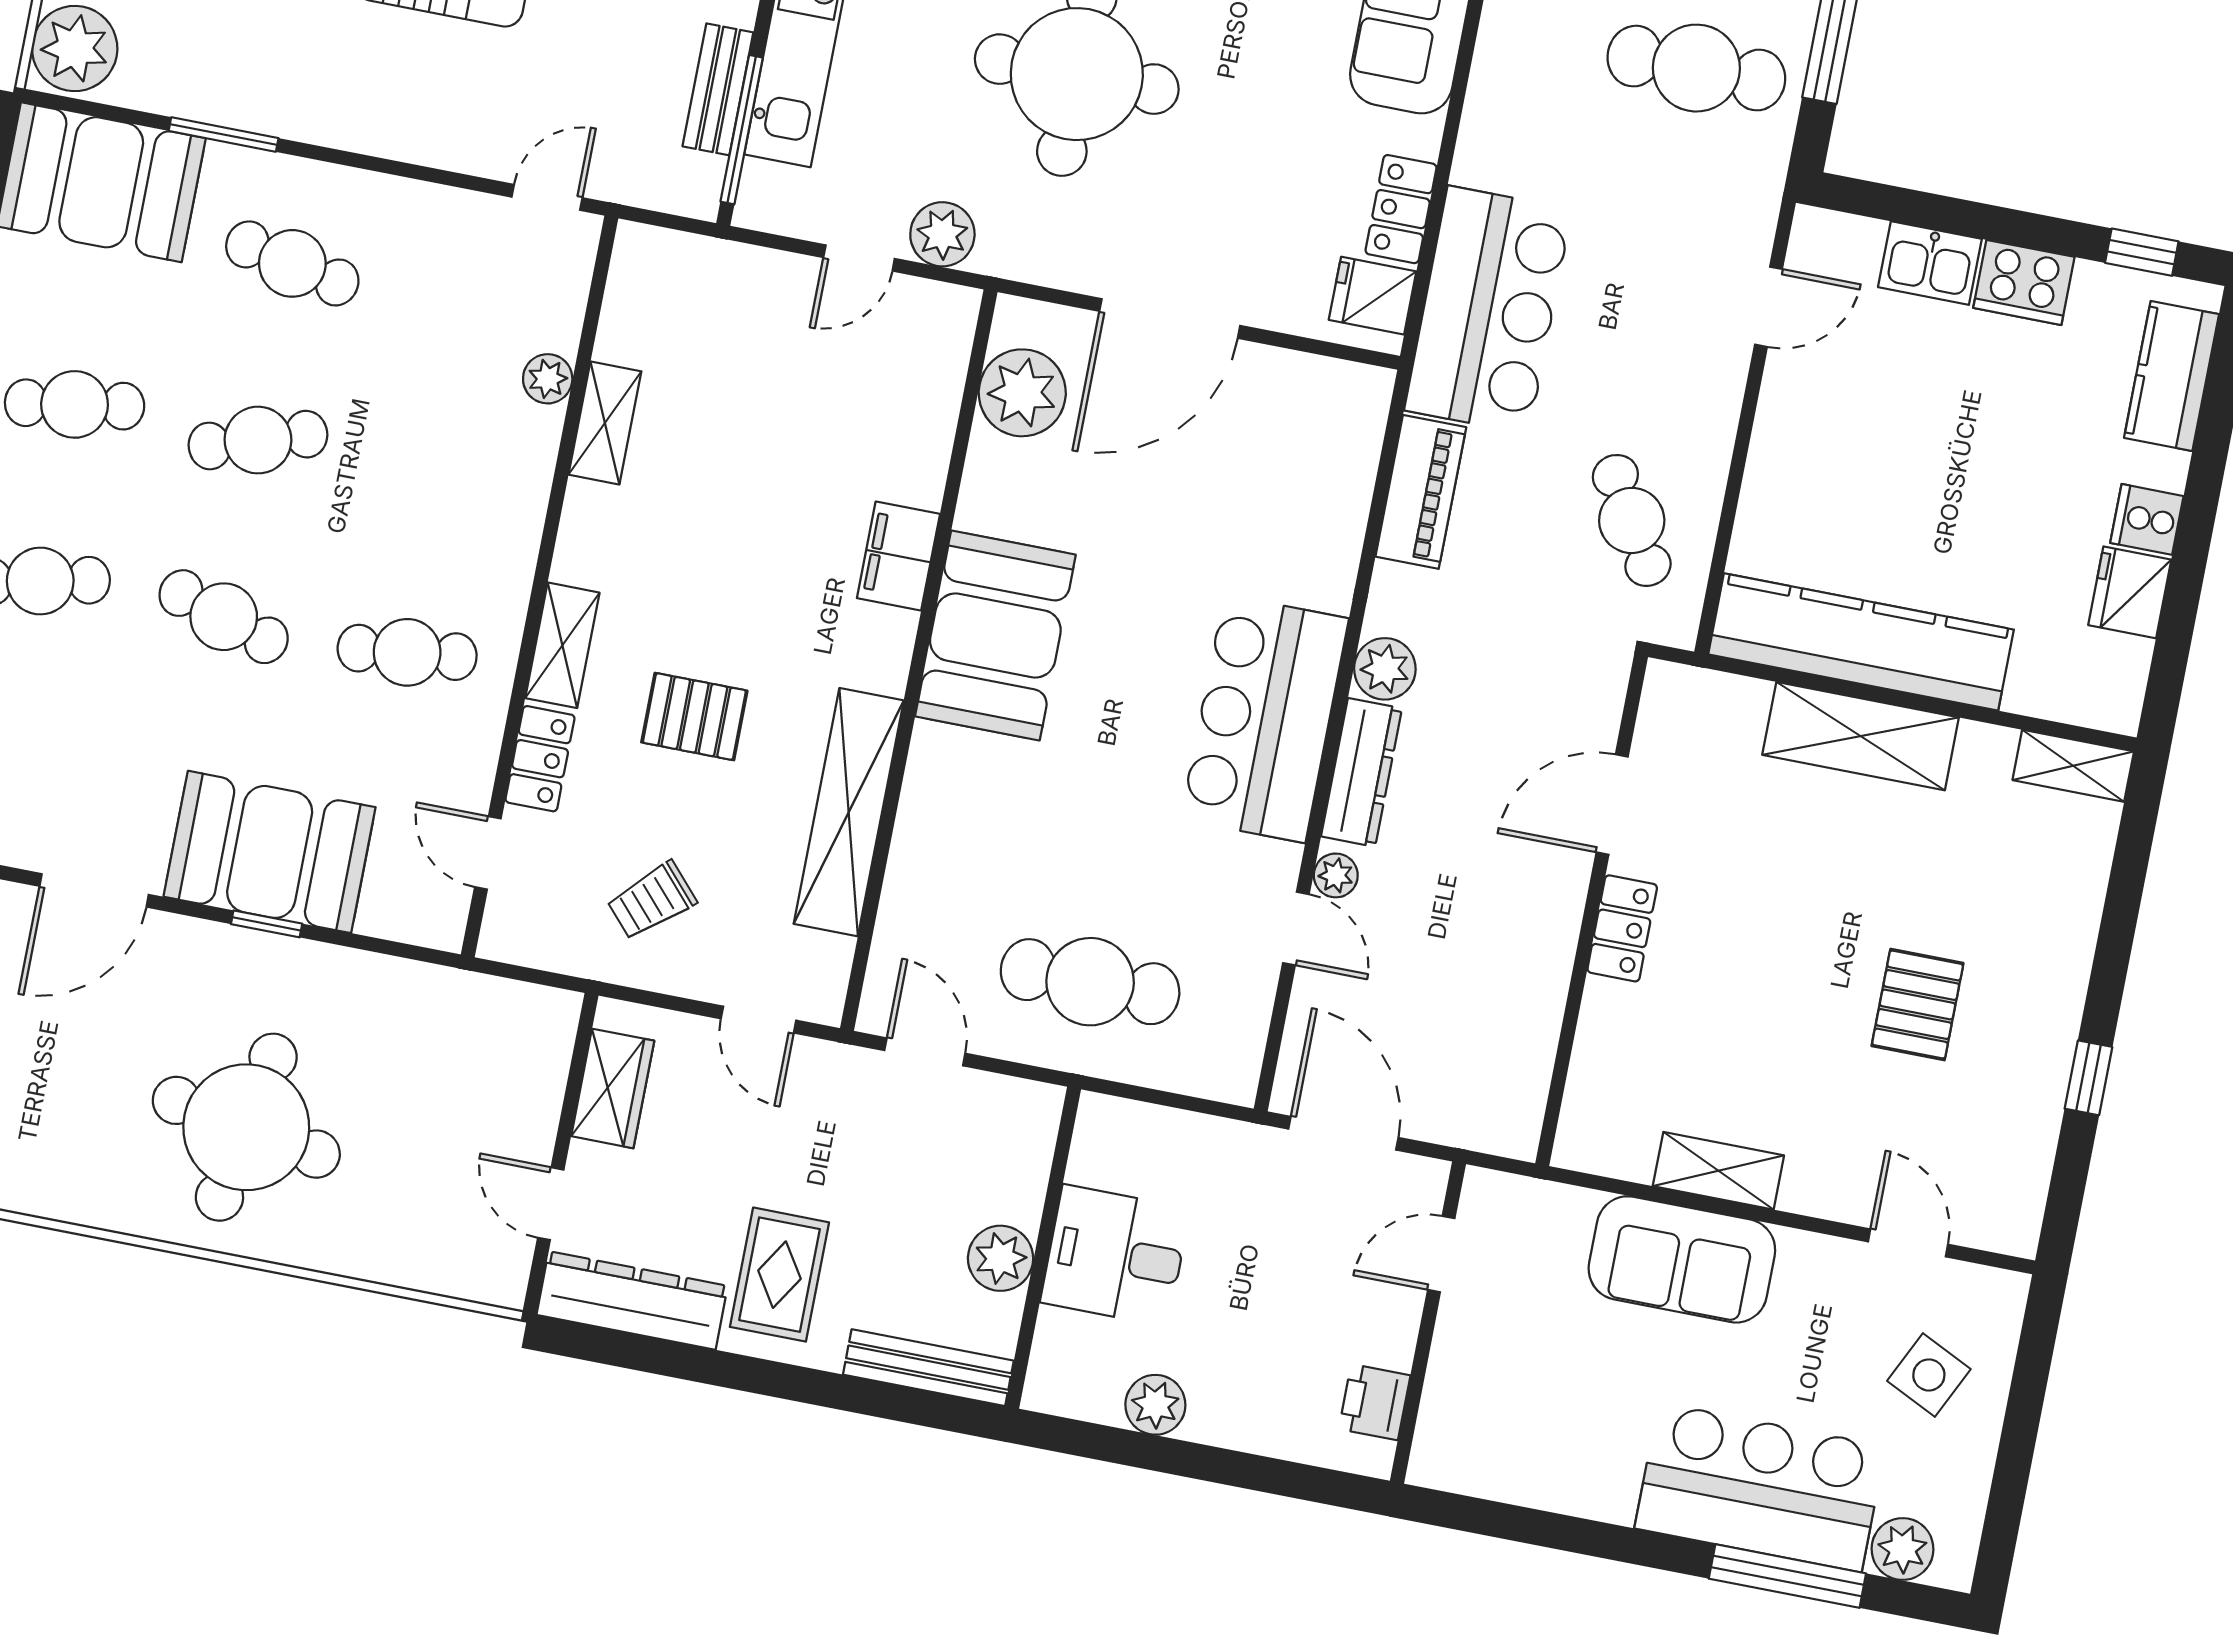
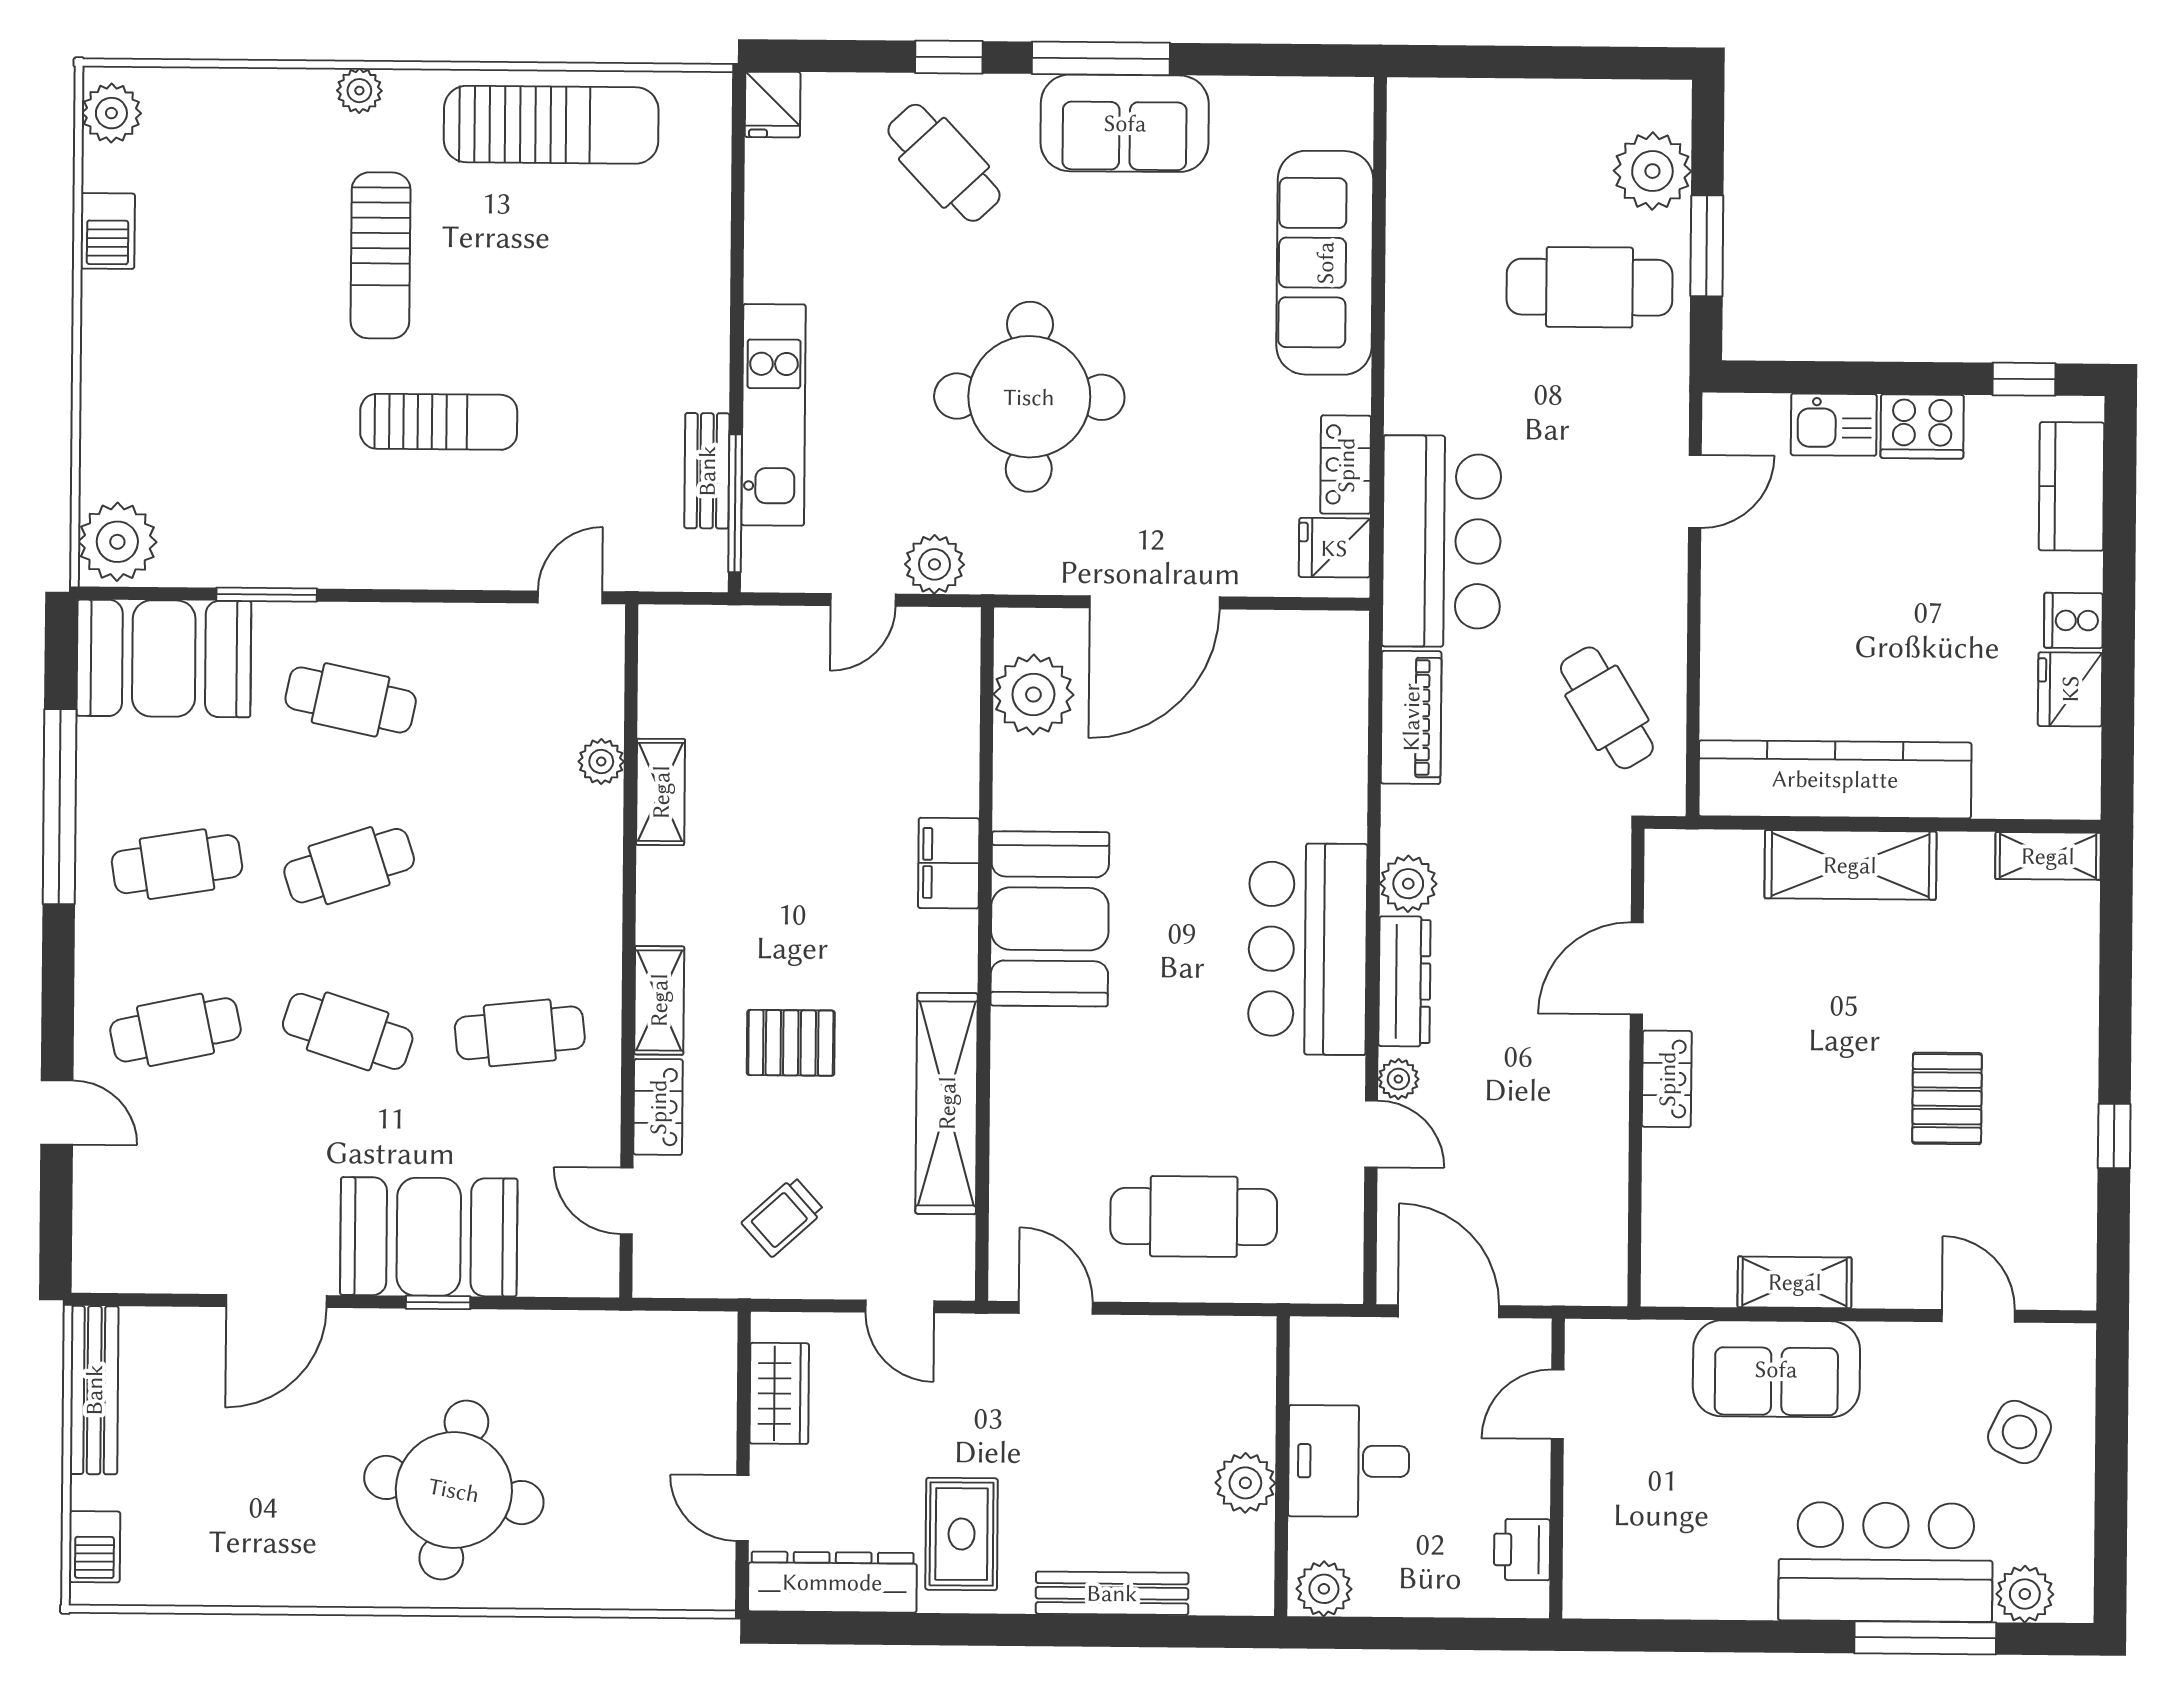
wall: (1043, 1248) -> (1282, 1466), moved
desk: (1115, 1255) -> (1349, 1461), moved
plant: (1001, 1258) -> (1245, 1483), moved

